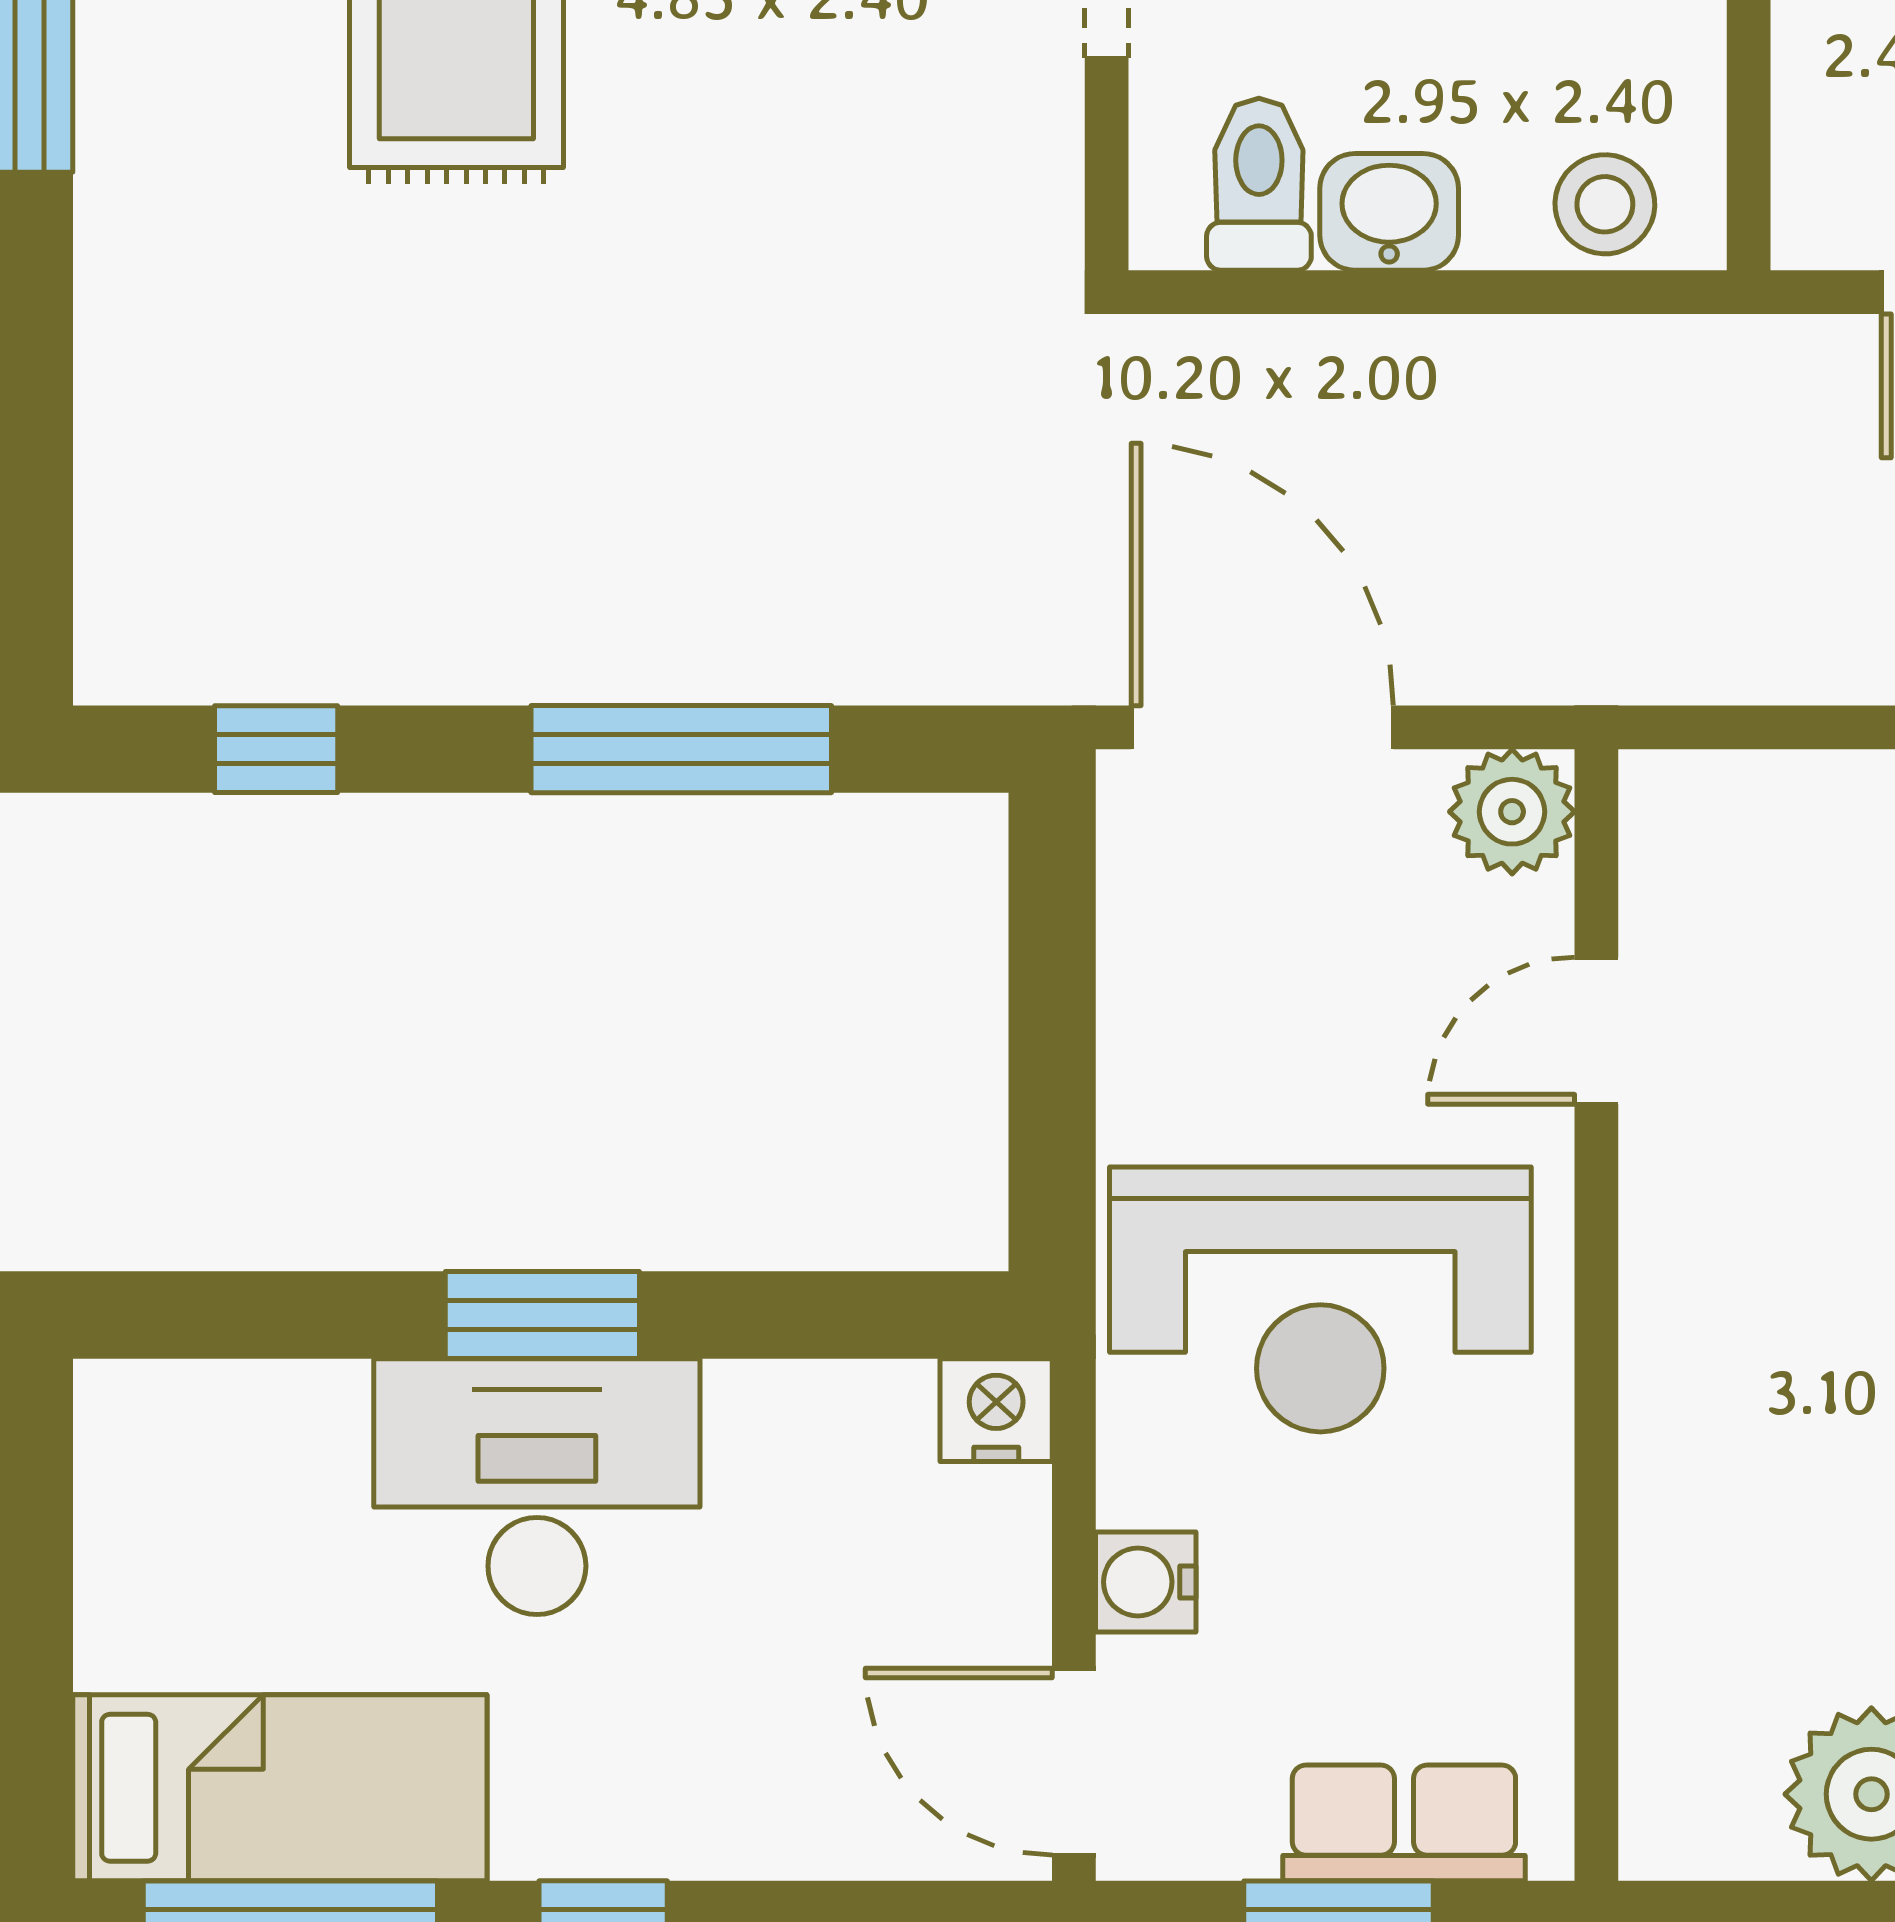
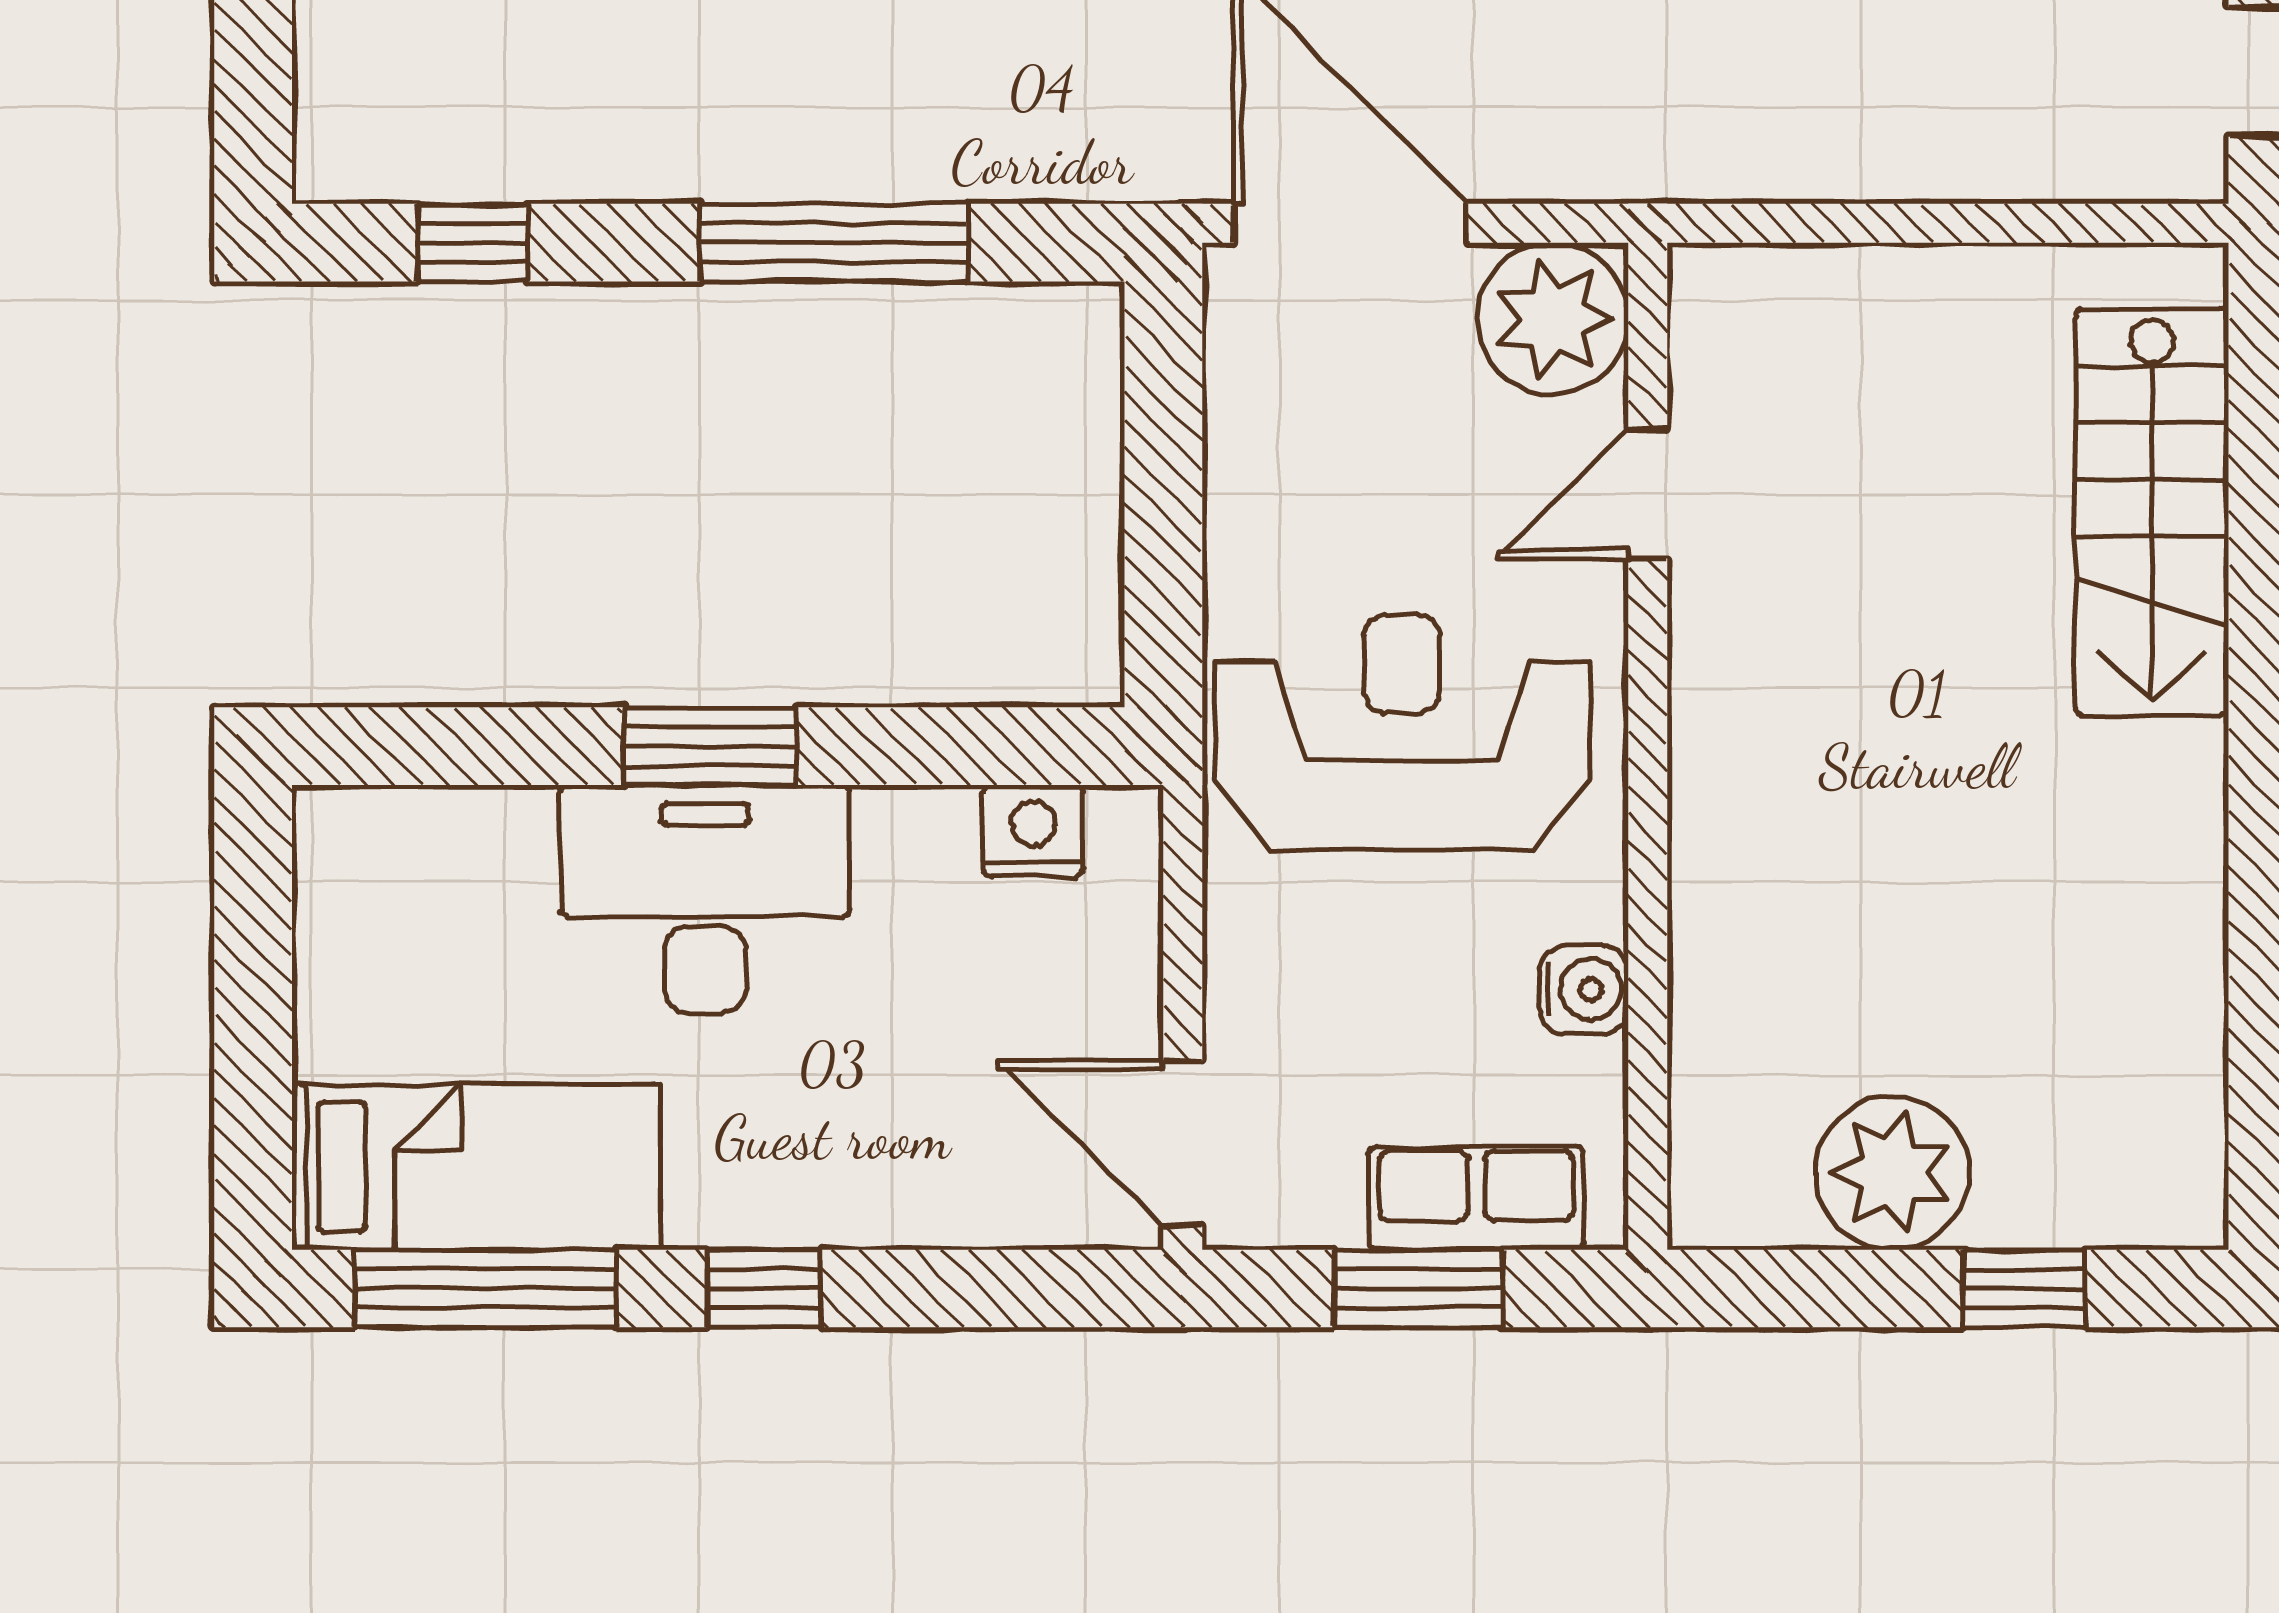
plant: (1512, 812) -> (1552, 319), width x1.36, depth x1.36
reception desk: (1320, 1299) -> (1402, 732), turned 180
nightstand: (996, 1410) -> (1033, 831), moved
water cooler: (1146, 1582) -> (1584, 990), moved, turned 180

